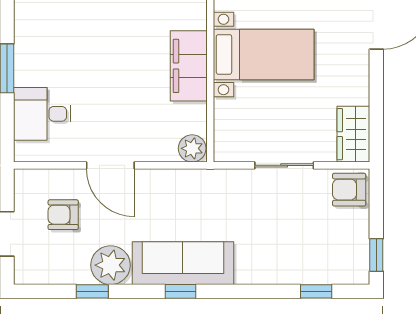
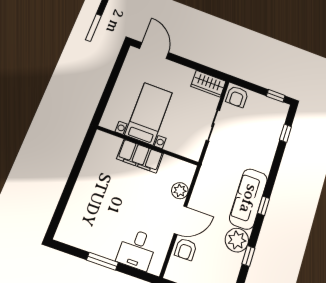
plant: (192, 148) -> (180, 191), moved
armchair: (63, 215) -> (186, 249), moved

